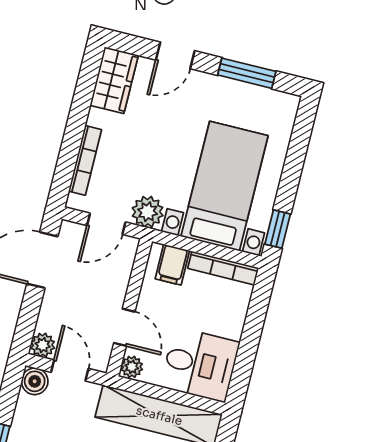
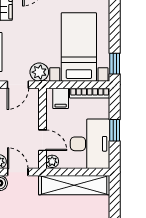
window: (250, 341) -> (115, 130), added
desk: (200, 365) -> (90, 144), width x1.37

